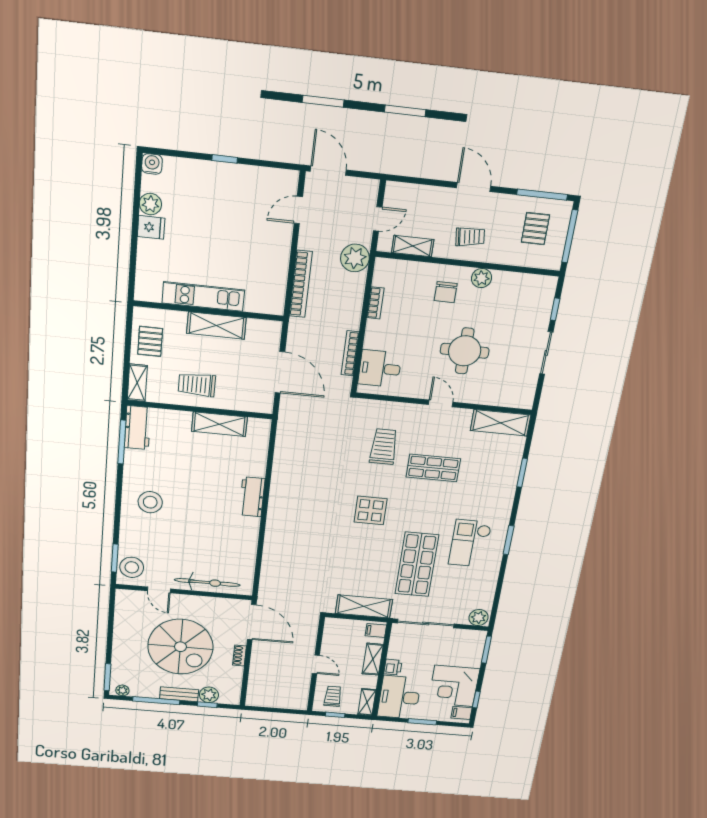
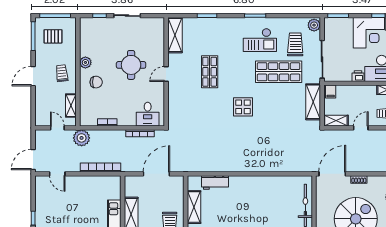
trolley: (384, 447) -> (295, 44), moved, turned 90
workbench: (252, 497) -> (215, 182), moved
shelving: (373, 659) -> (336, 121), moved

